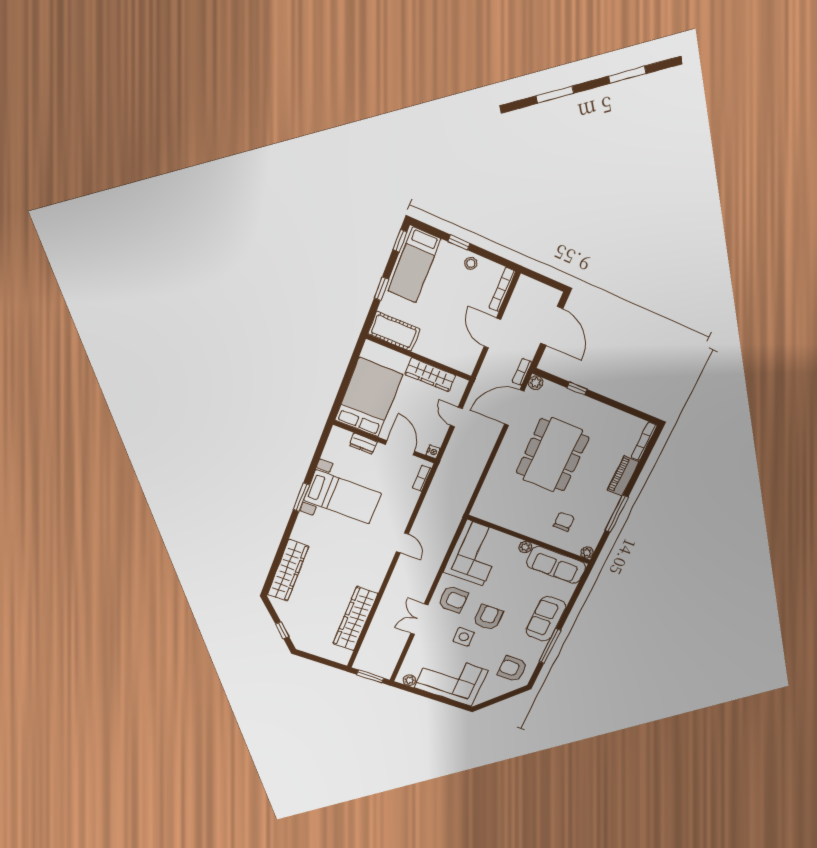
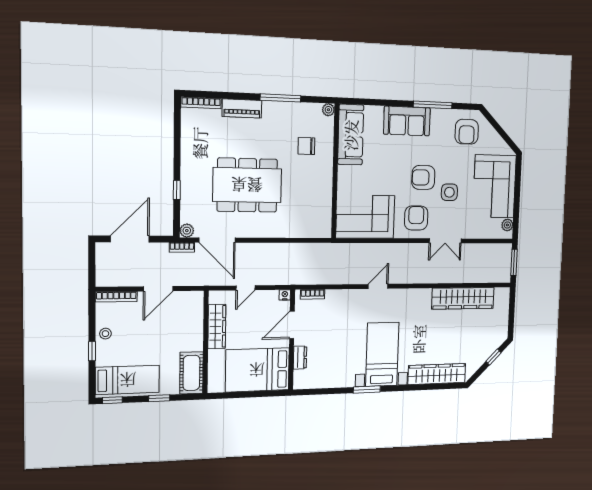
bed with nightstands: (343, 497) -> (382, 354), moved
plant: (525, 547) -> (344, 172), removed

